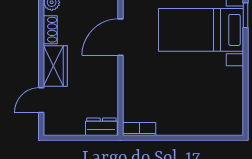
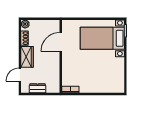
dresser: (101, 127) -> (37, 88), moved

